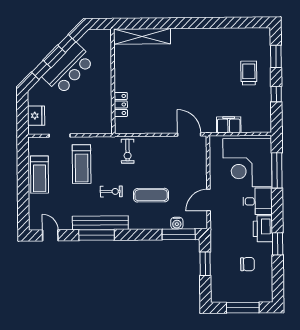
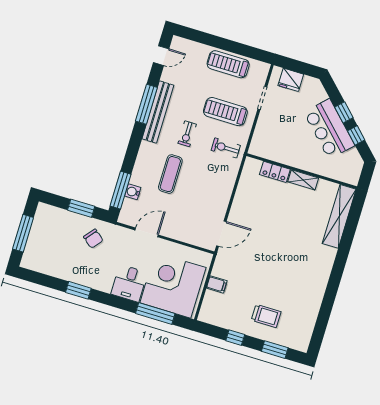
window: (41, 70) -> (344, 112), moved
shelving: (120, 78) -> (303, 180), added
filing cabinet: (229, 125) -> (217, 284), width x0.50
exercise bike: (128, 151) -> (226, 148), moved
door: (208, 200) -> (147, 232), hinge flipped
printer: (263, 229) -> (99, 280), removed
chair: (247, 264) -> (93, 239), moved, turned -51

